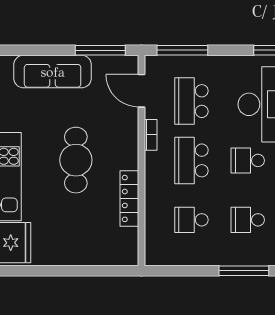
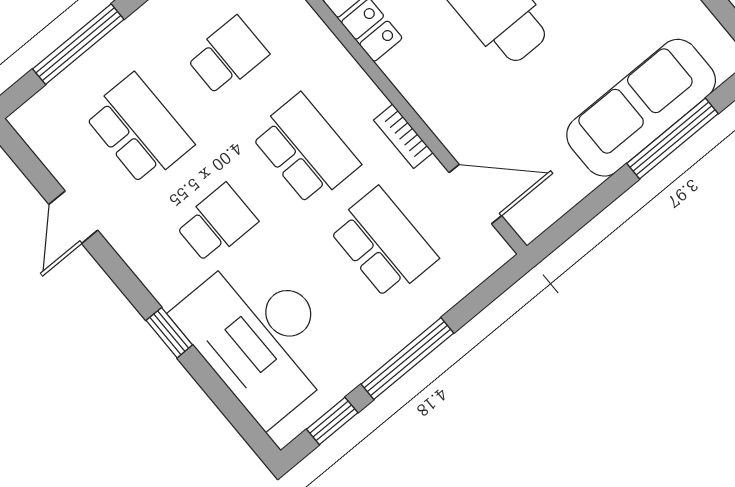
window: (100, 50) -> (672, 139), moved
window: (182, 50) -> (407, 359), moved
school desk: (248, 220) -> (139, 129), width x1.85

